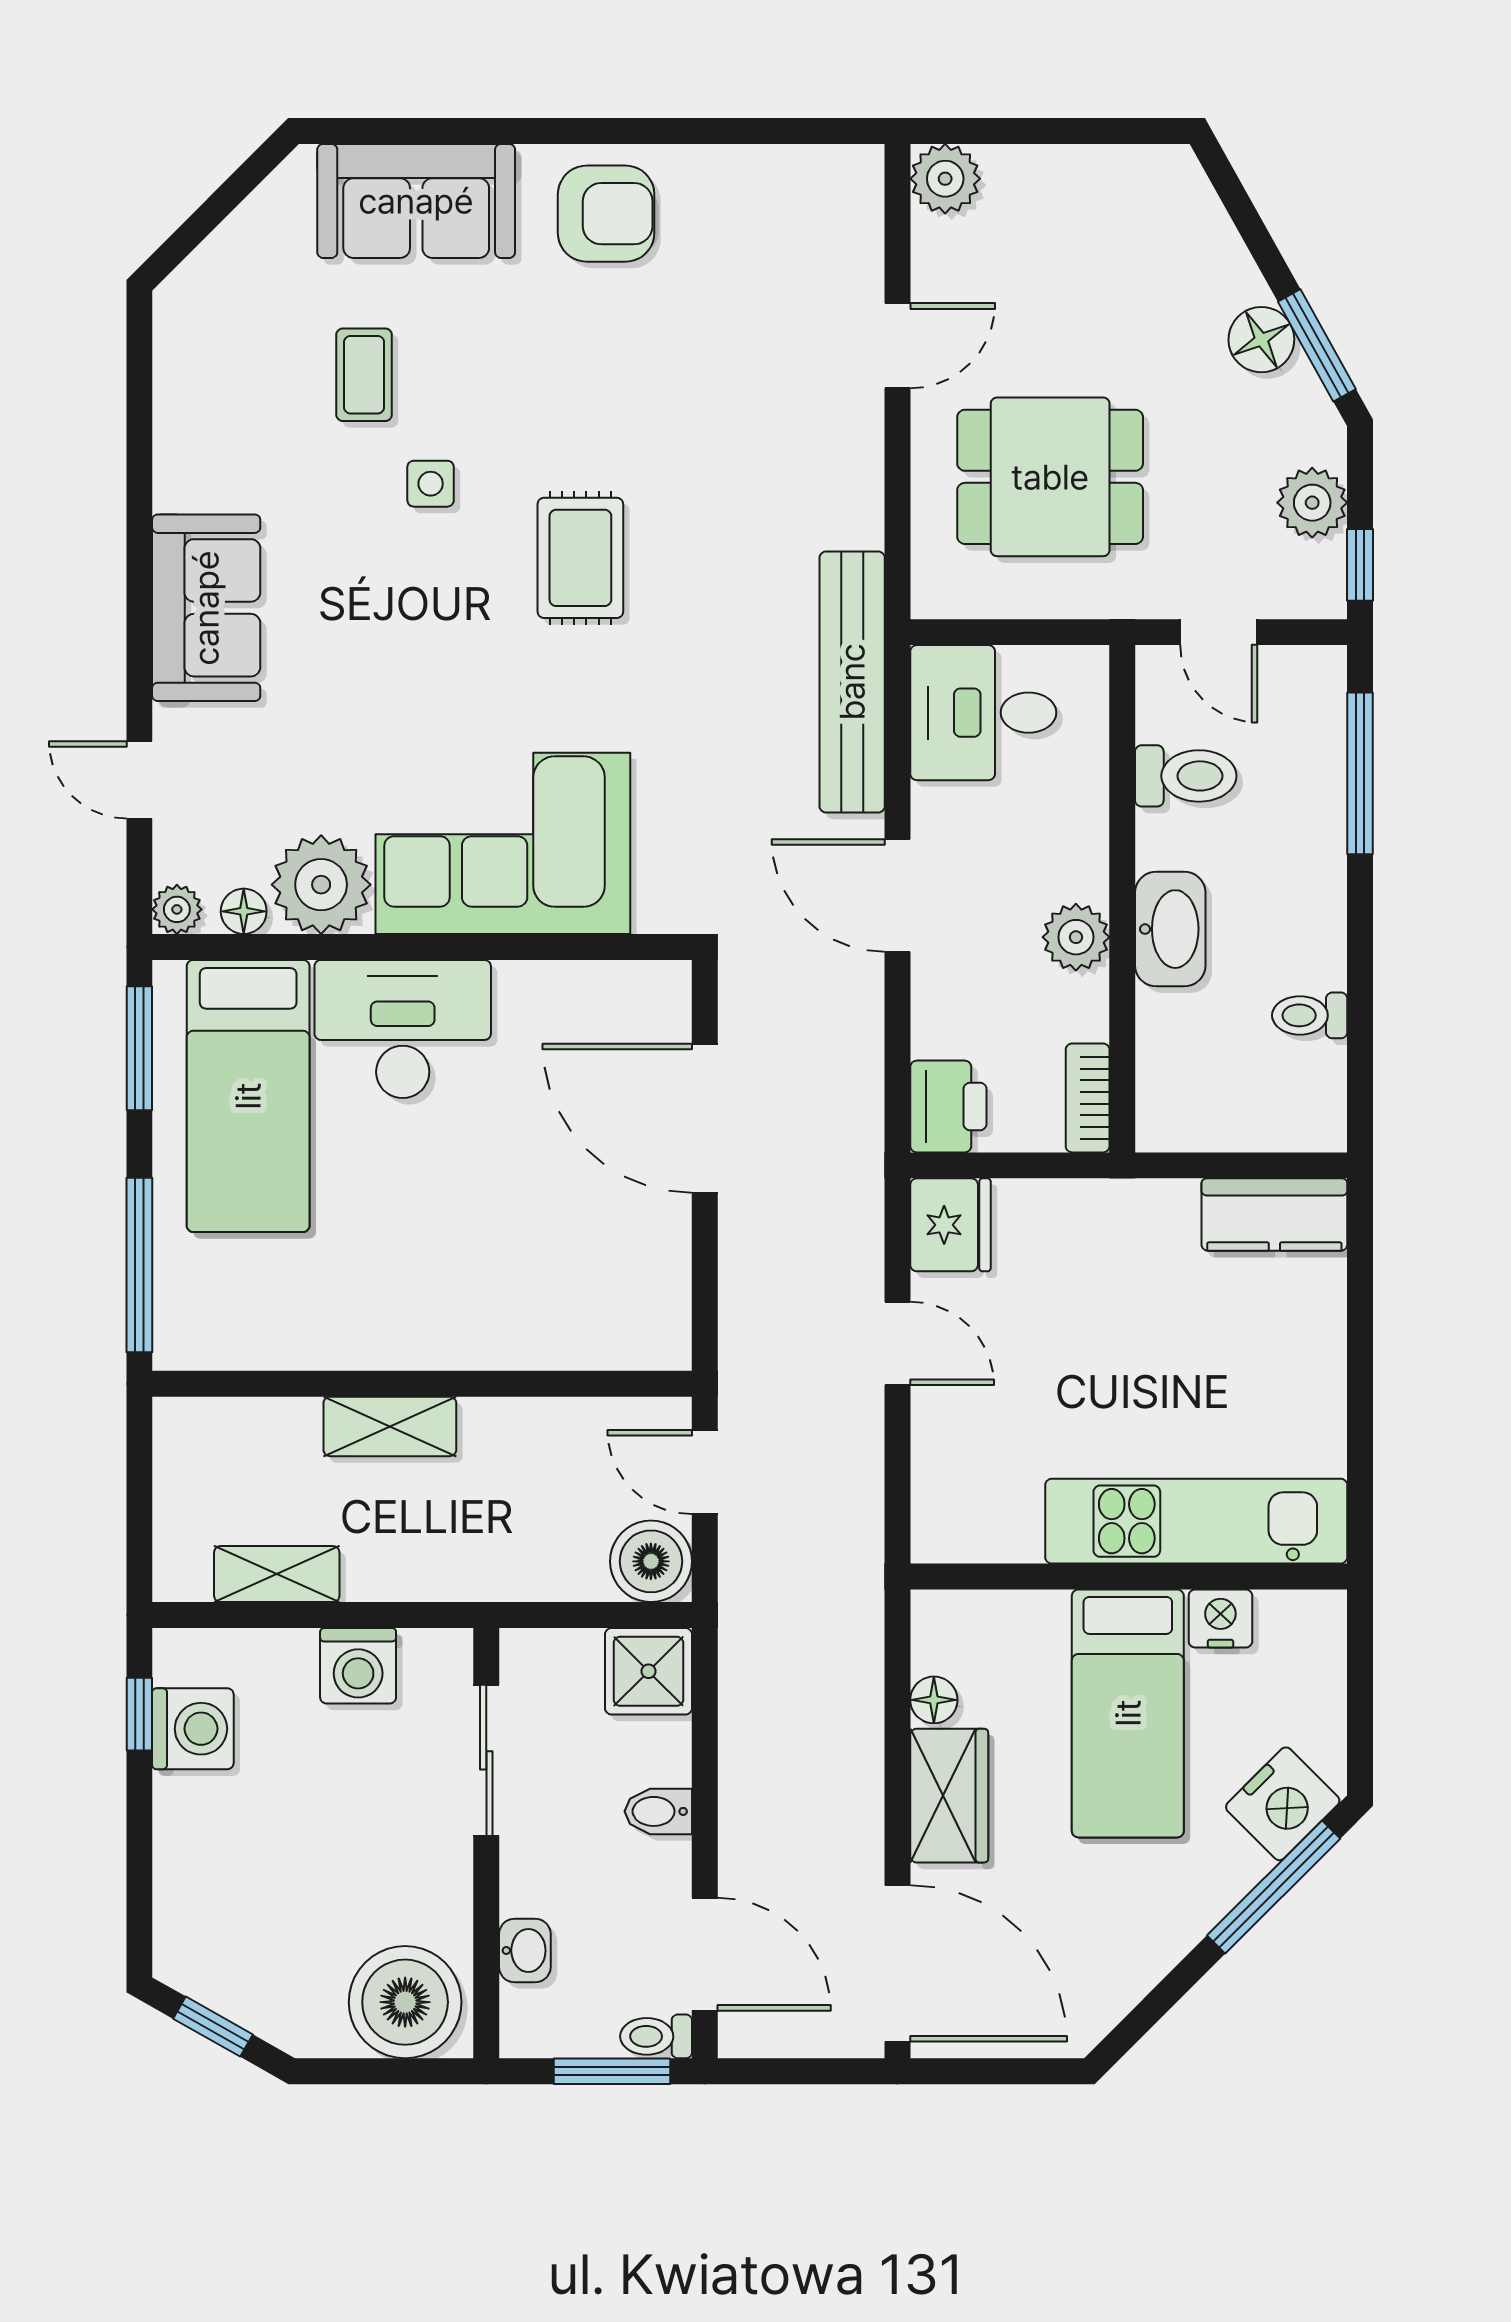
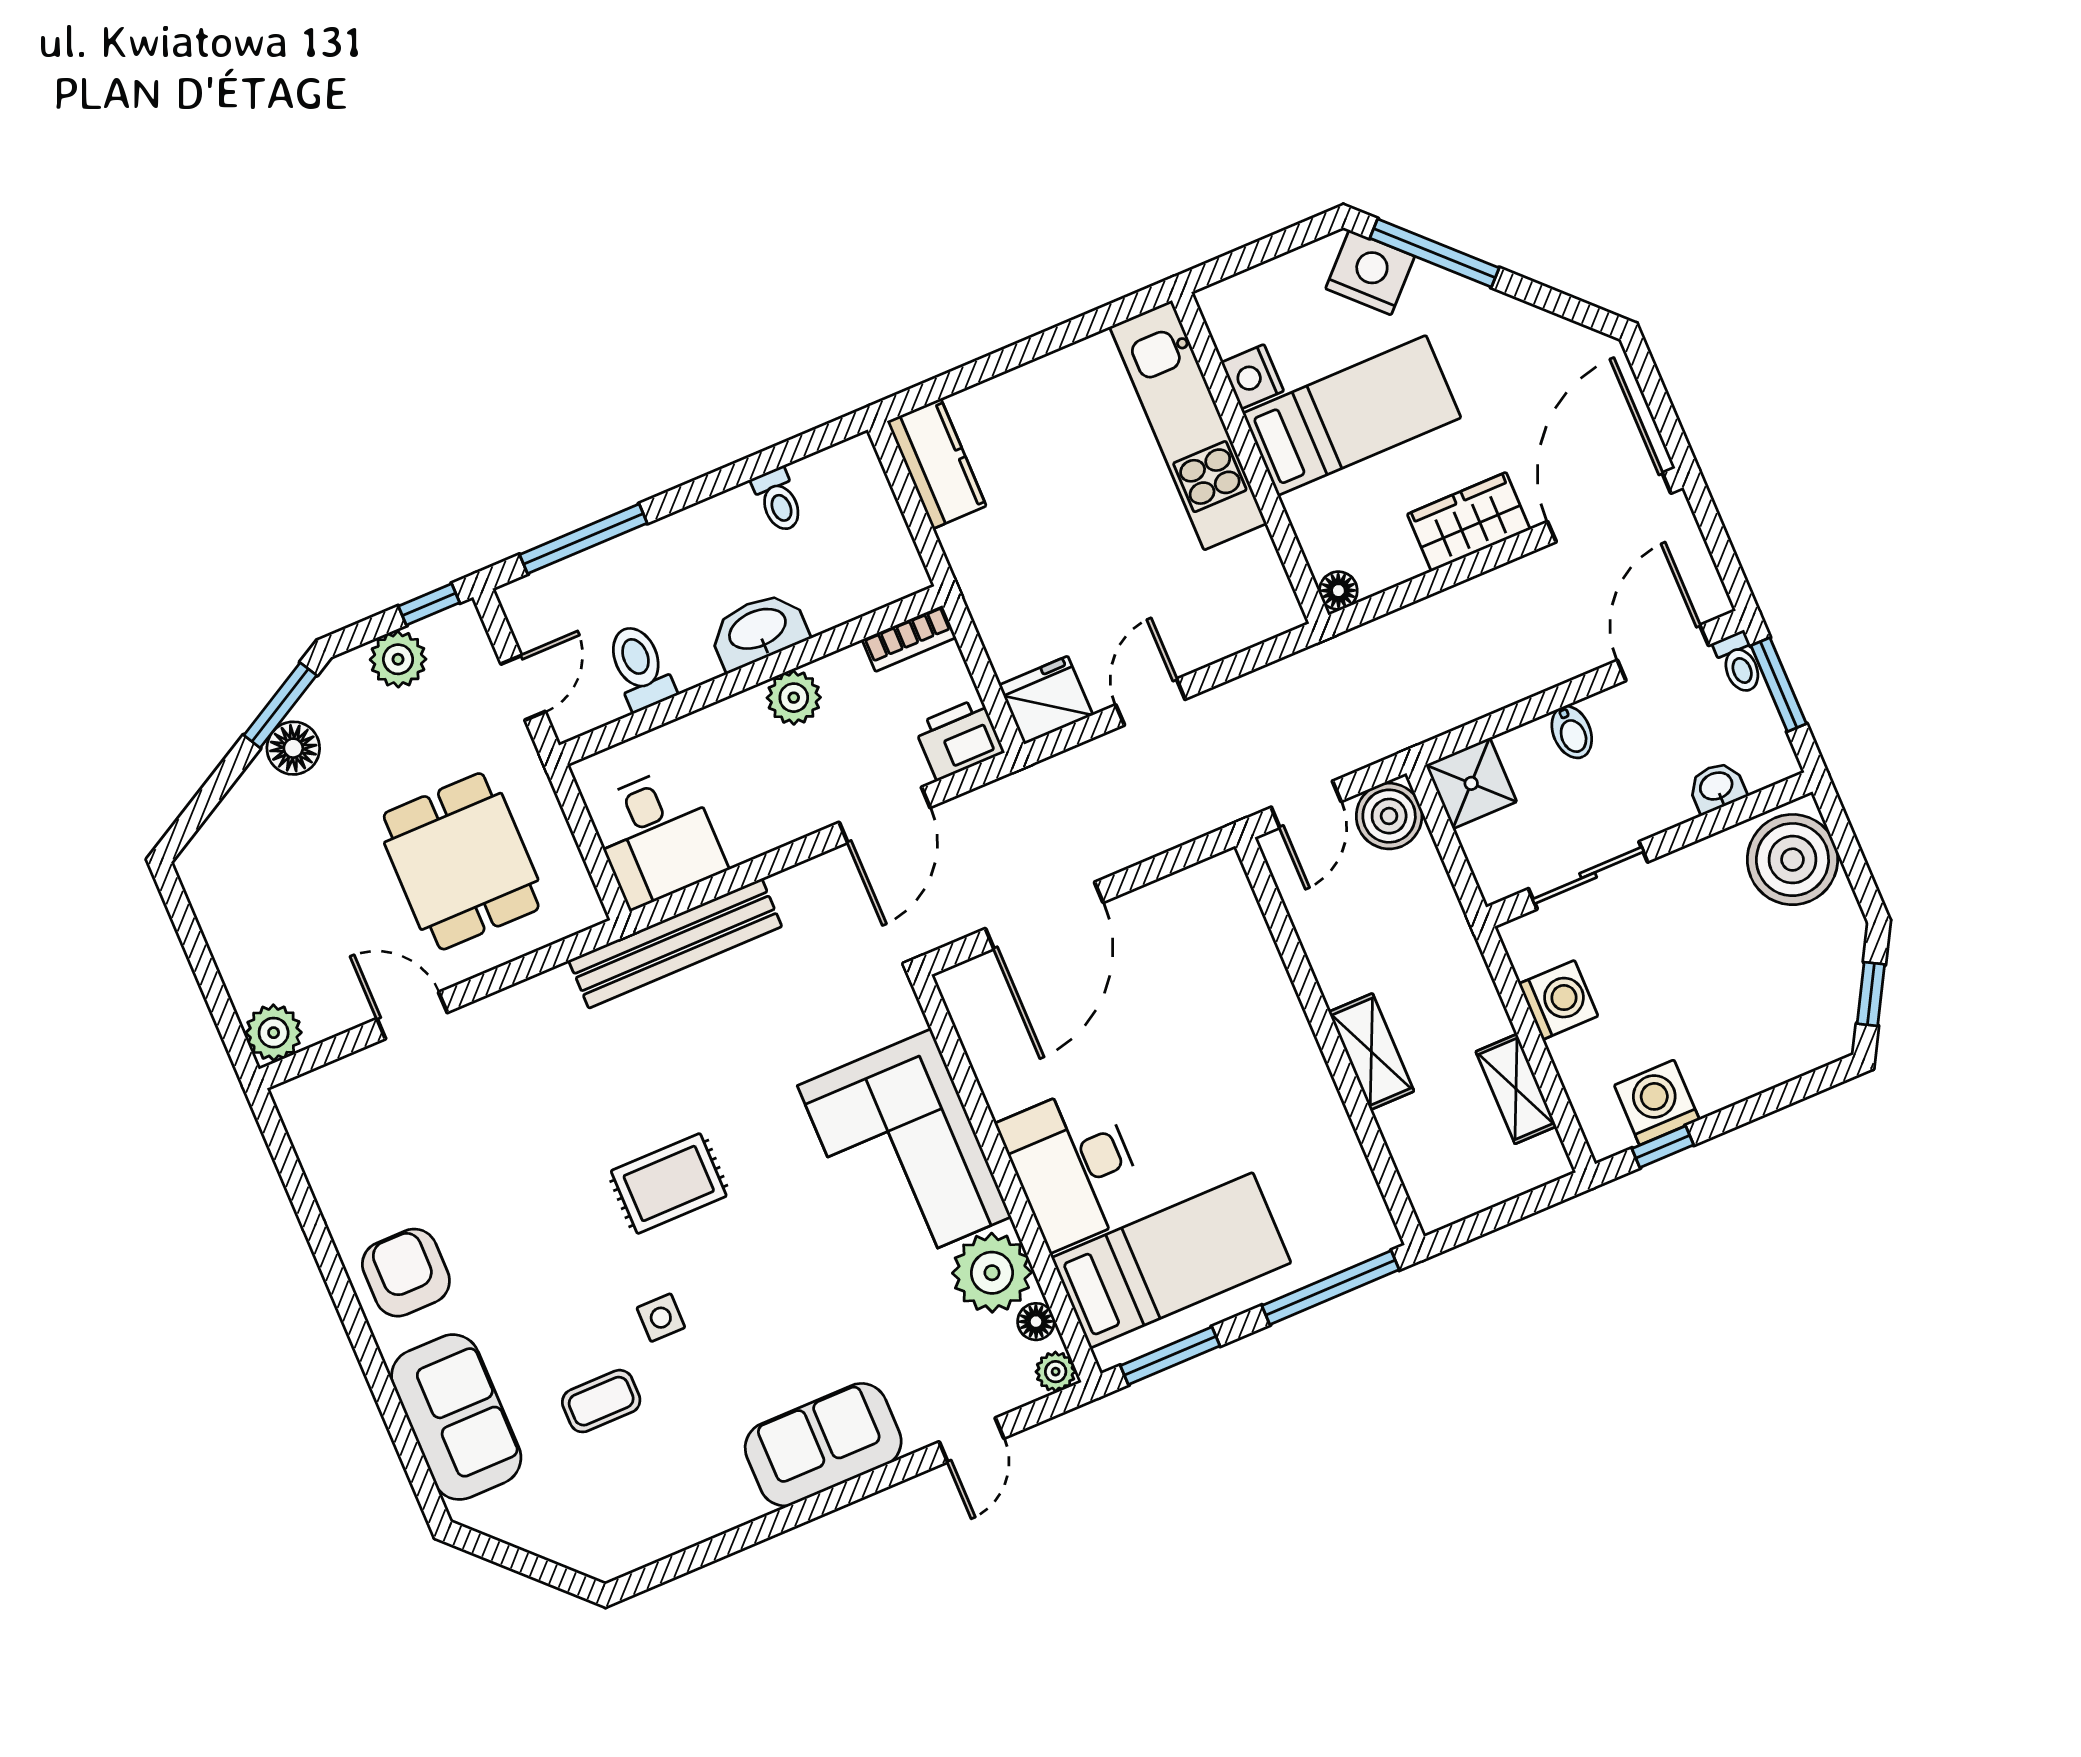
door: (897, 895) -> (885, 815), moved
floor lamp: (934, 1700) -> (1338, 591), moved

